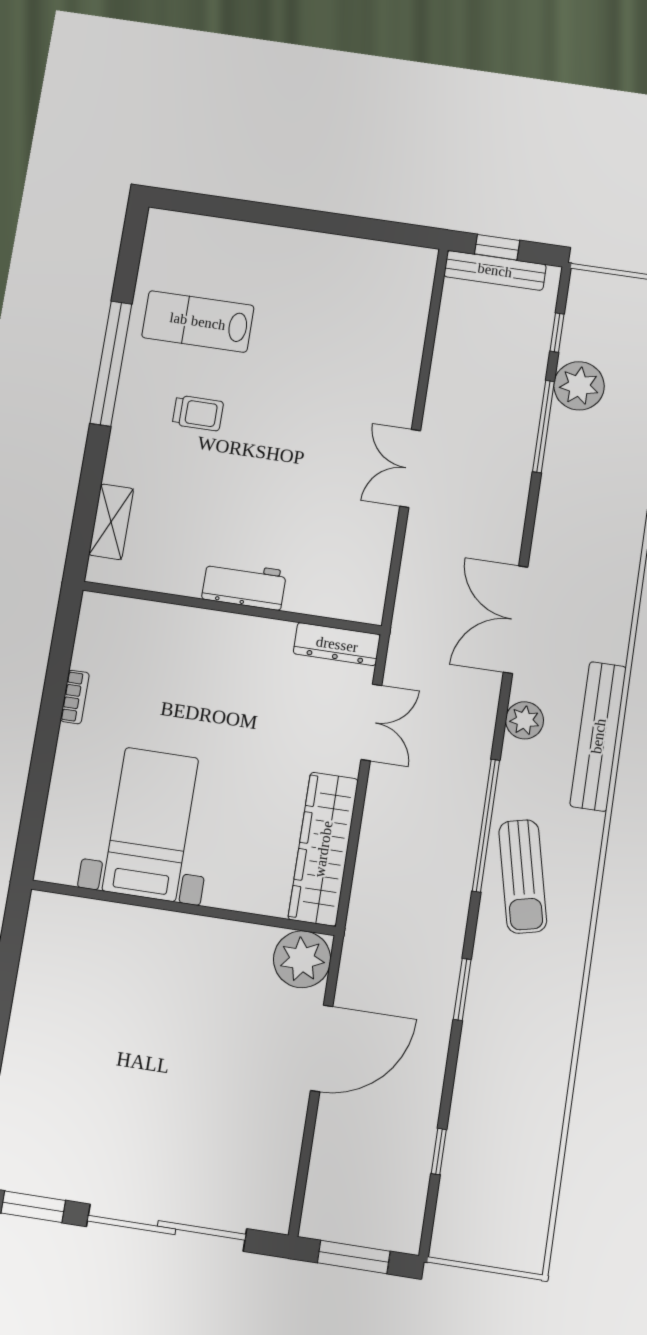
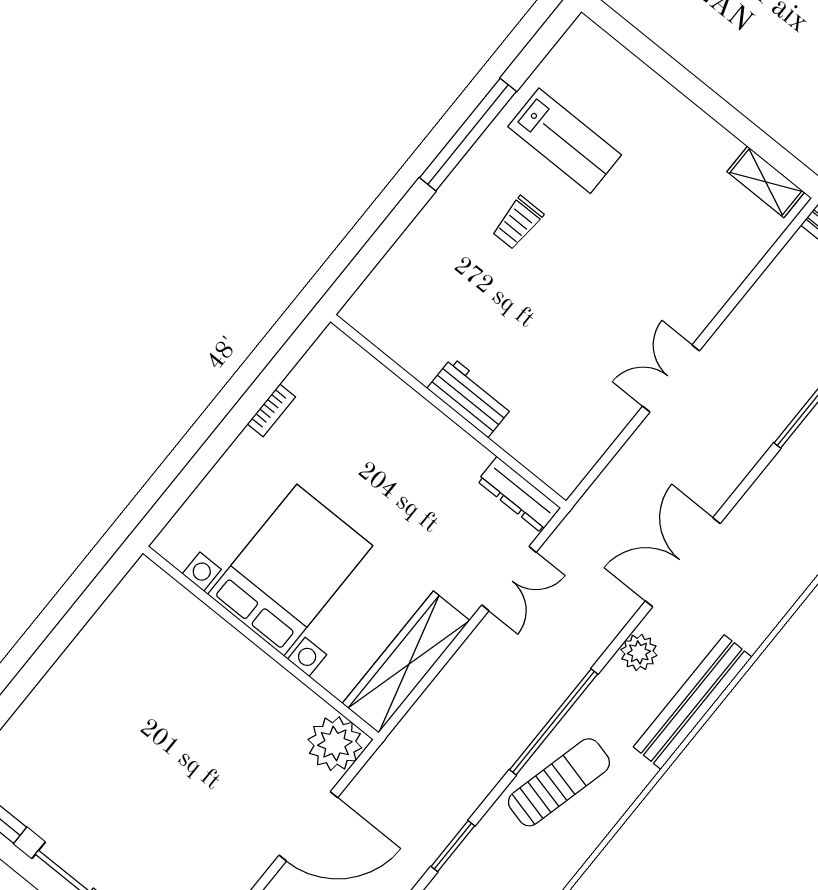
lab bench: (198, 321) -> (565, 141), turned 180
trolley: (198, 413) -> (518, 223), turned 90
shelving: (111, 522) -> (766, 182), moved, turned 90
bed with nightstands: (150, 824) -> (290, 570), width x1.36
sun lounger: (523, 876) -> (559, 782), turned -153

